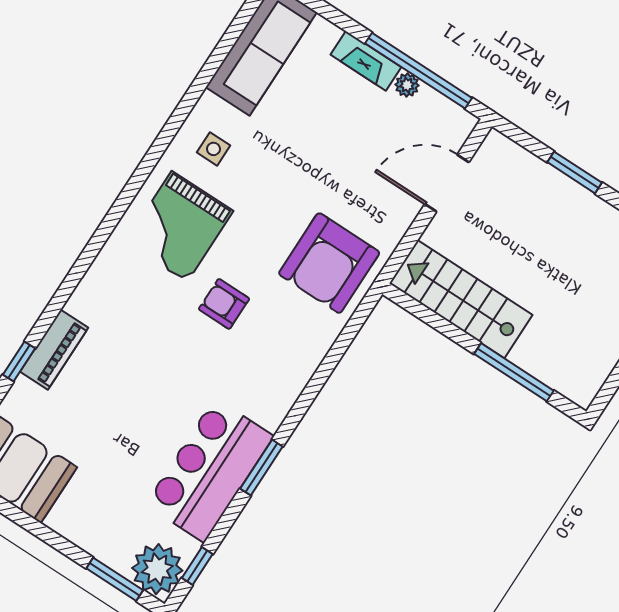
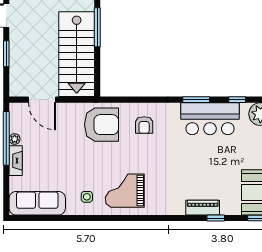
grand piano: (179, 227) -> (125, 191), turned 180
stairs: (461, 299) -> (77, 54), width x1.36, depth x1.51
armchair: (224, 304) -> (144, 125), moved
window: (197, 566) -> (237, 100), moved

